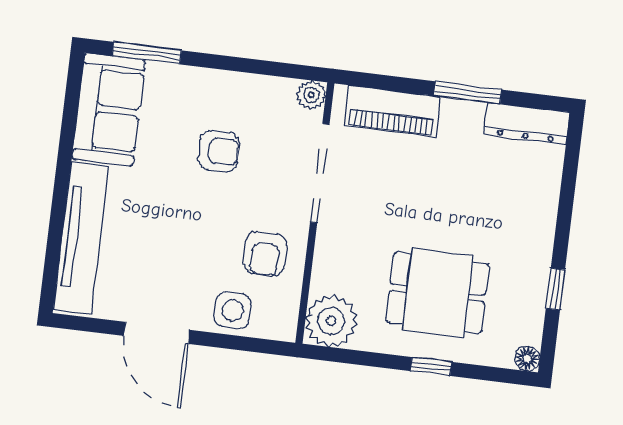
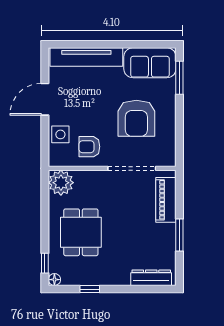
plant: (311, 95) -> (169, 160), removed
dresser: (527, 123) -> (151, 278), moved, turned 90
armchair: (219, 151) -> (136, 118), width x1.88, depth x1.88
window: (431, 367) -> (45, 263), moved

